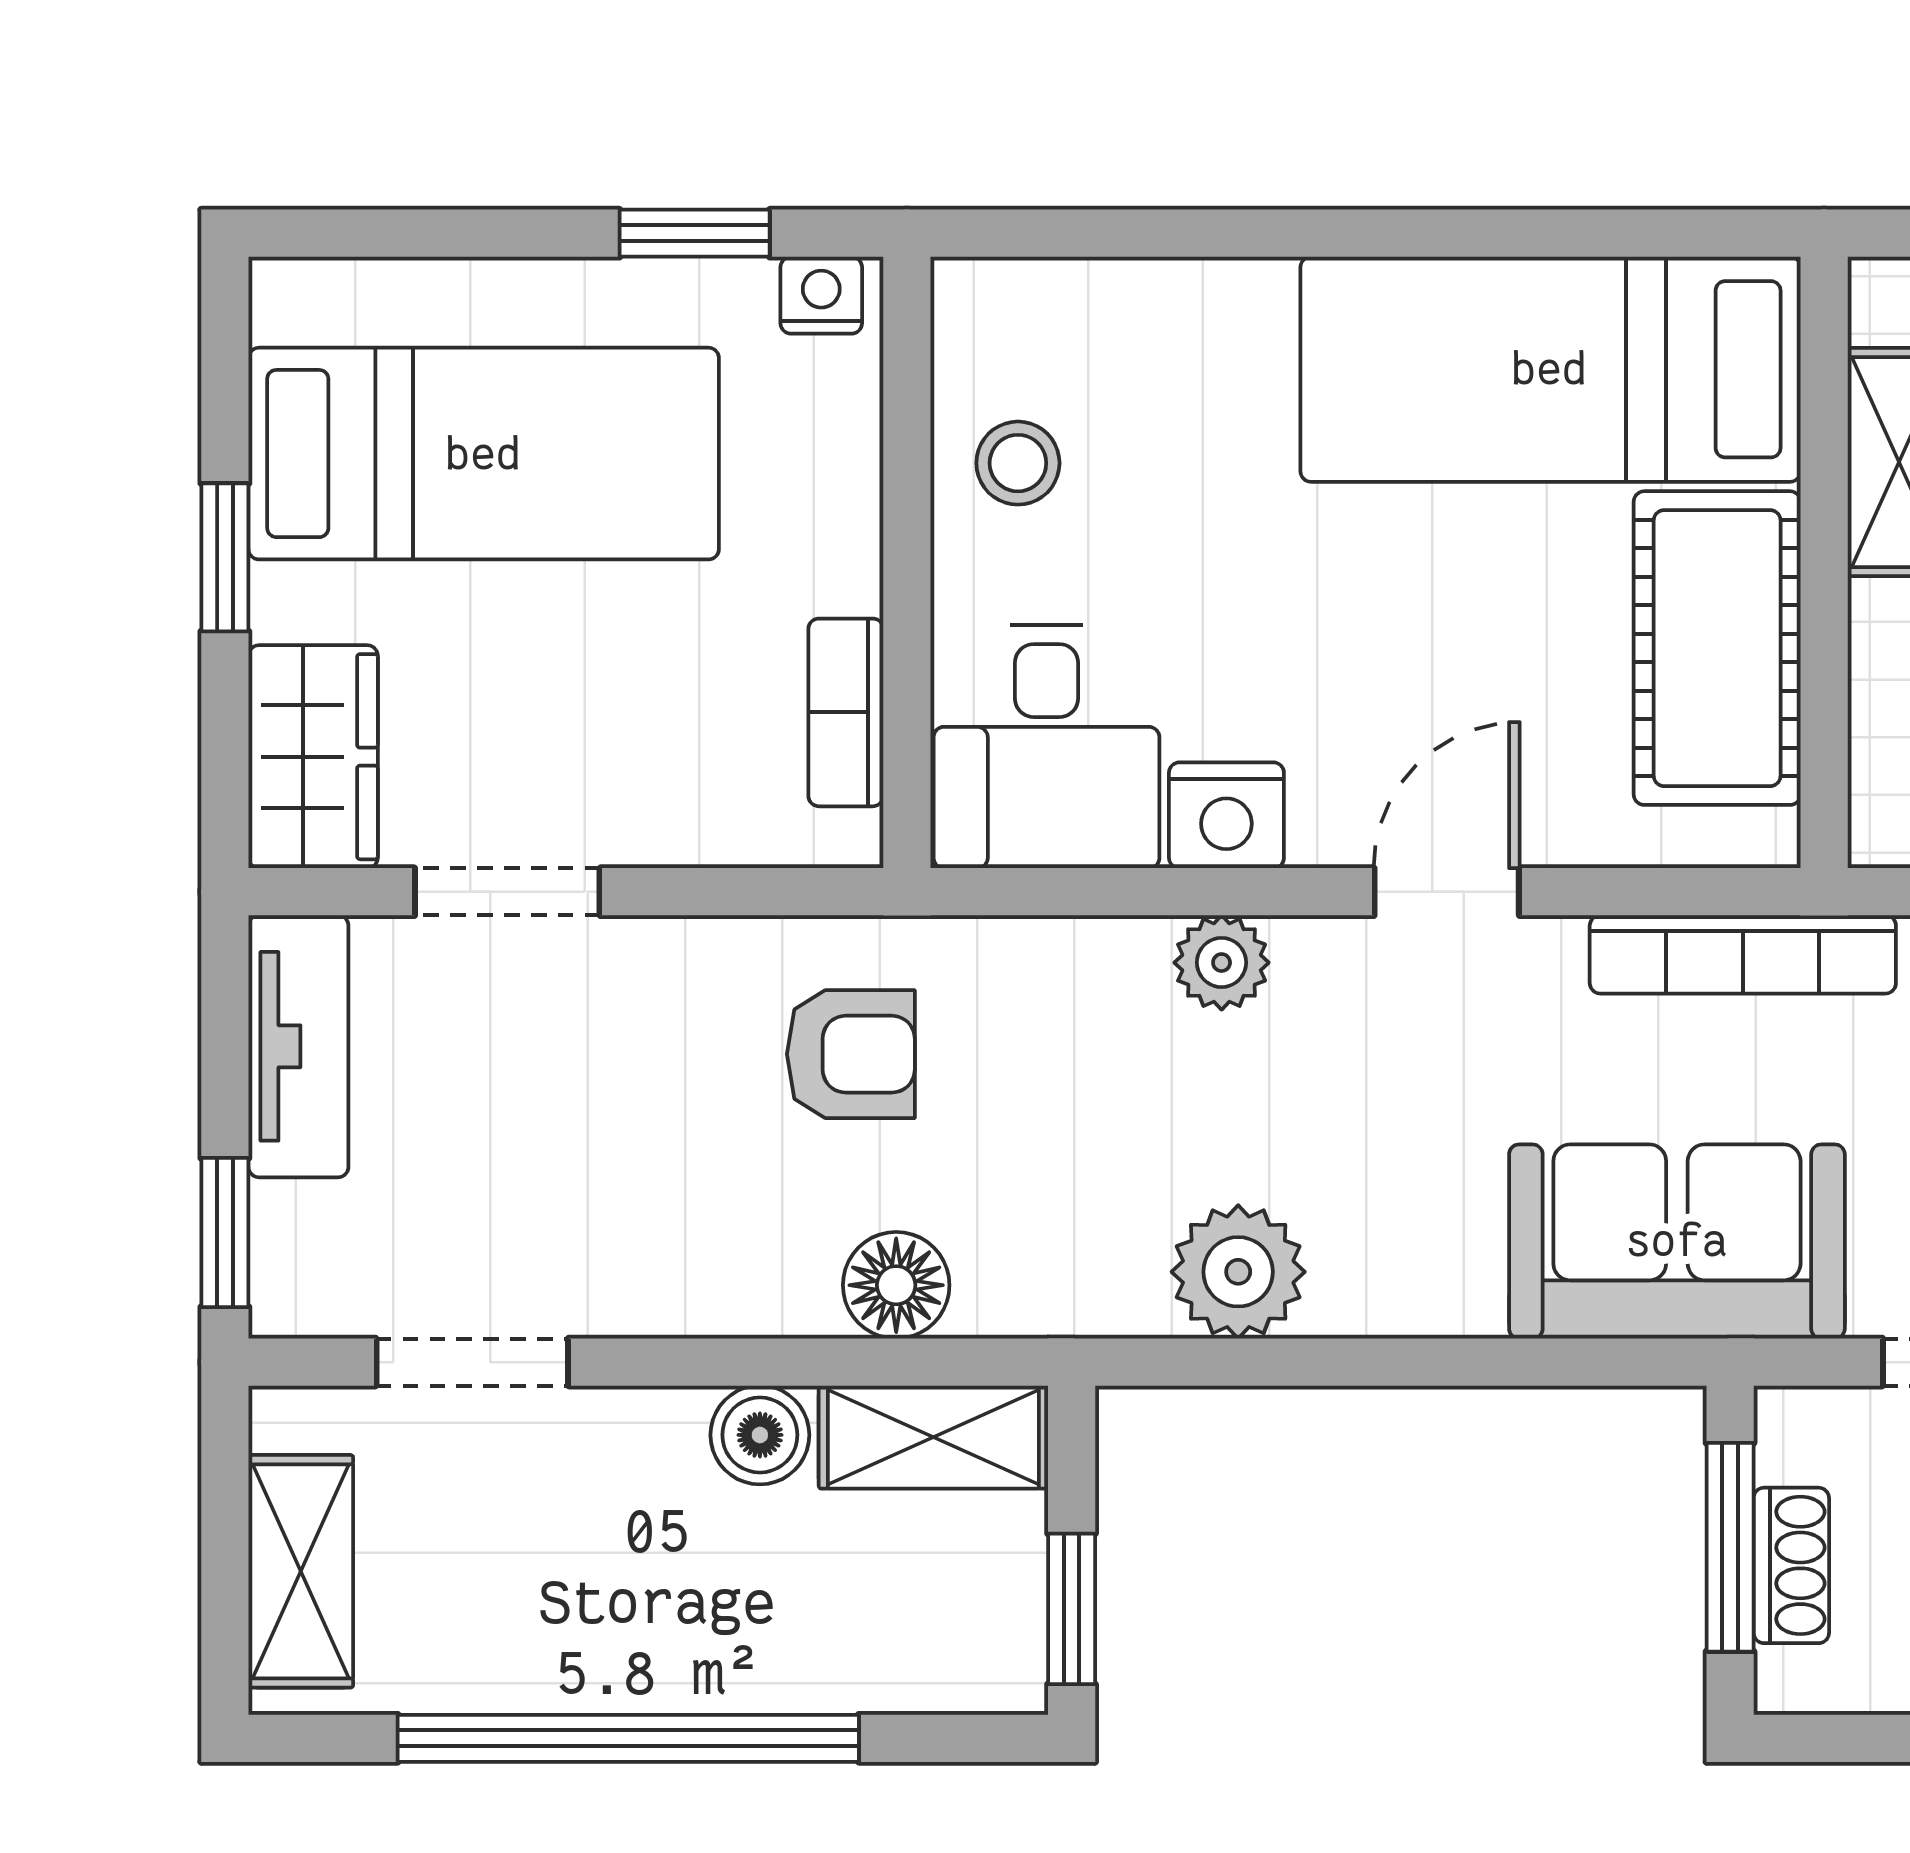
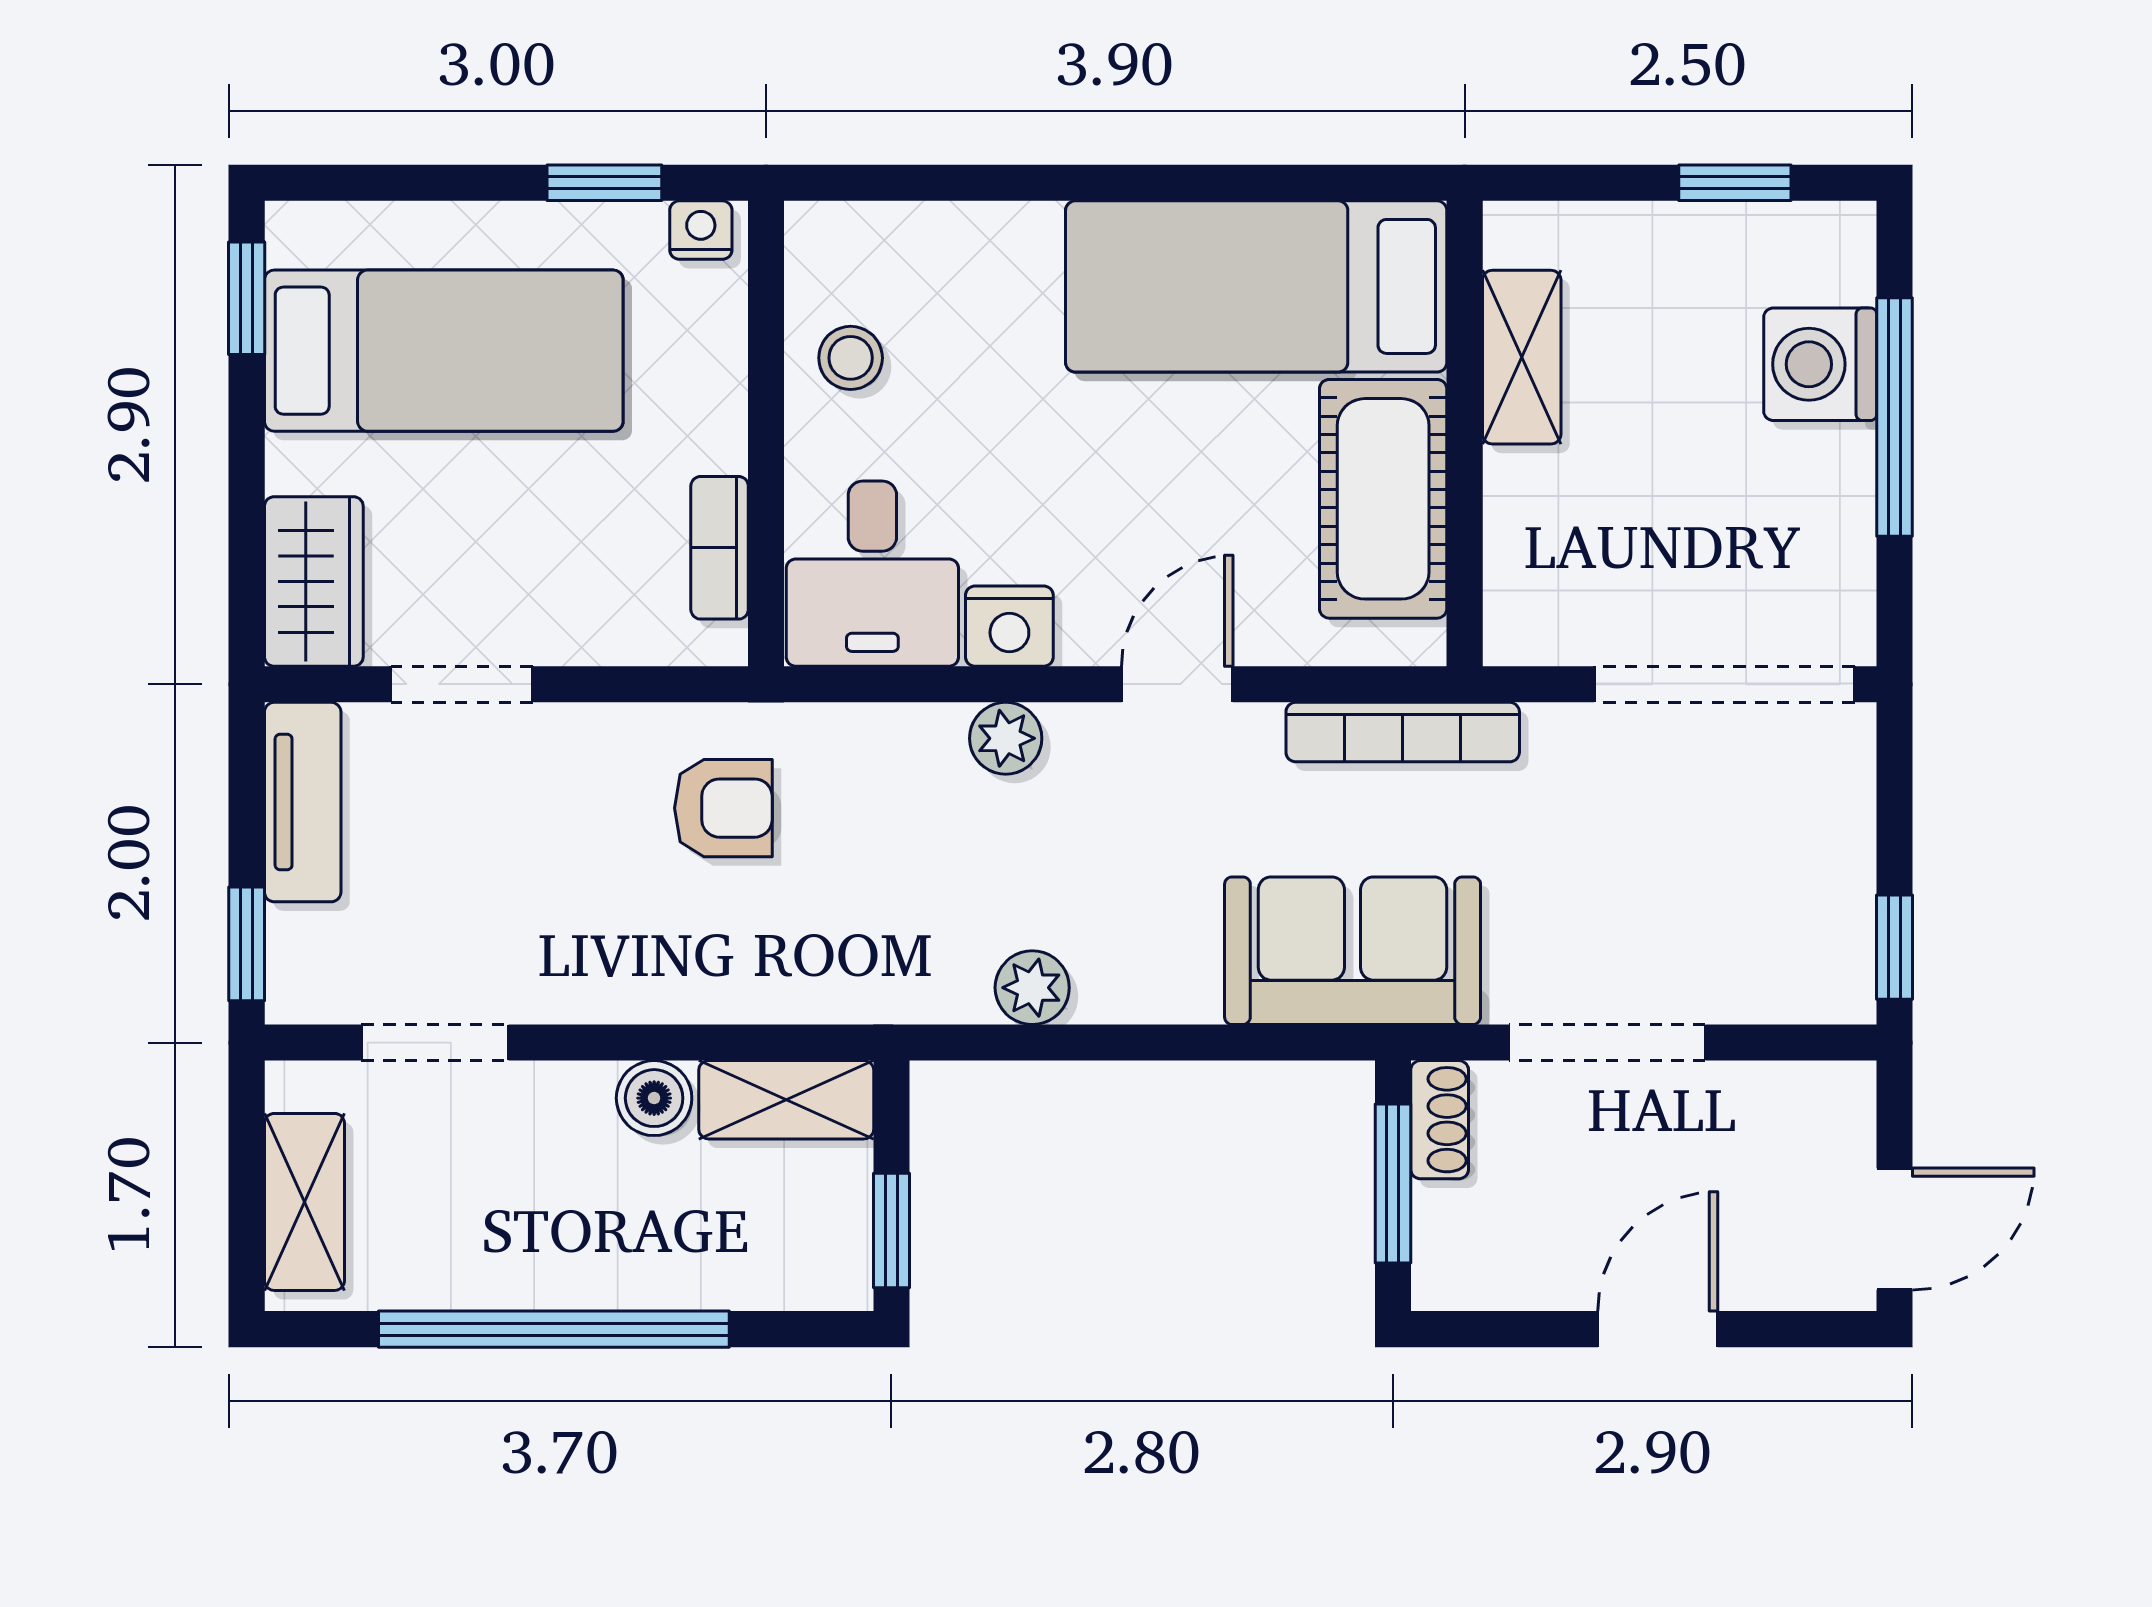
window: (225, 557) -> (247, 298), moved
plant: (1238, 1272) -> (1032, 988), width x0.73, depth x0.73
floor lamp: (896, 1285) -> (758, 984), removed
shoe rack: (1791, 1565) -> (1440, 1120), moved

